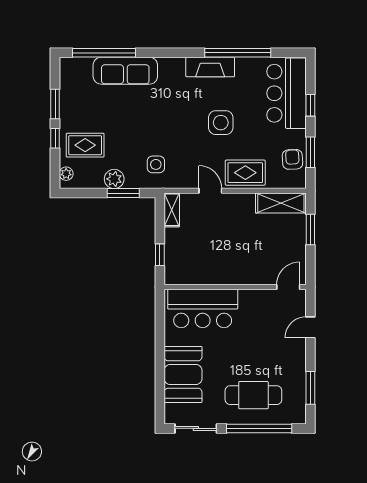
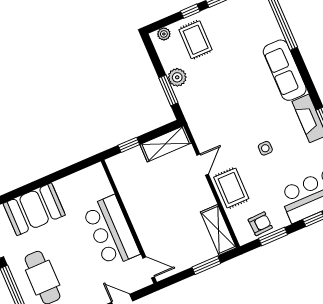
sofa: (125, 71) -> (285, 70), moved
side table: (221, 123) -> (265, 148), width x0.54, depth x0.54
side table: (156, 164) -> (205, 108), removed
shelving: (172, 210) -> (166, 144), width x1.50, depth x1.33
bar counter: (203, 308) -> (111, 231), moved

